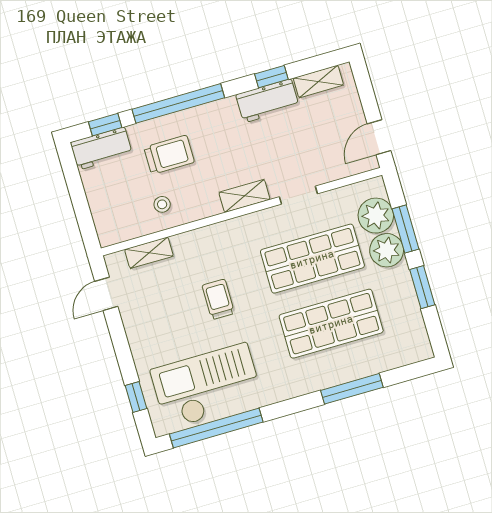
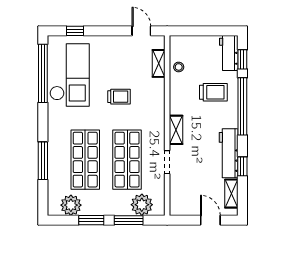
workbench: (267, 101) -> (229, 153), width x1.38
door: (379, 137) -> (210, 220), moved
trolley: (169, 155) -> (213, 92), turned -90
stool: (162, 204) -> (179, 67), moved
plant: (387, 250) -> (71, 205), moved

